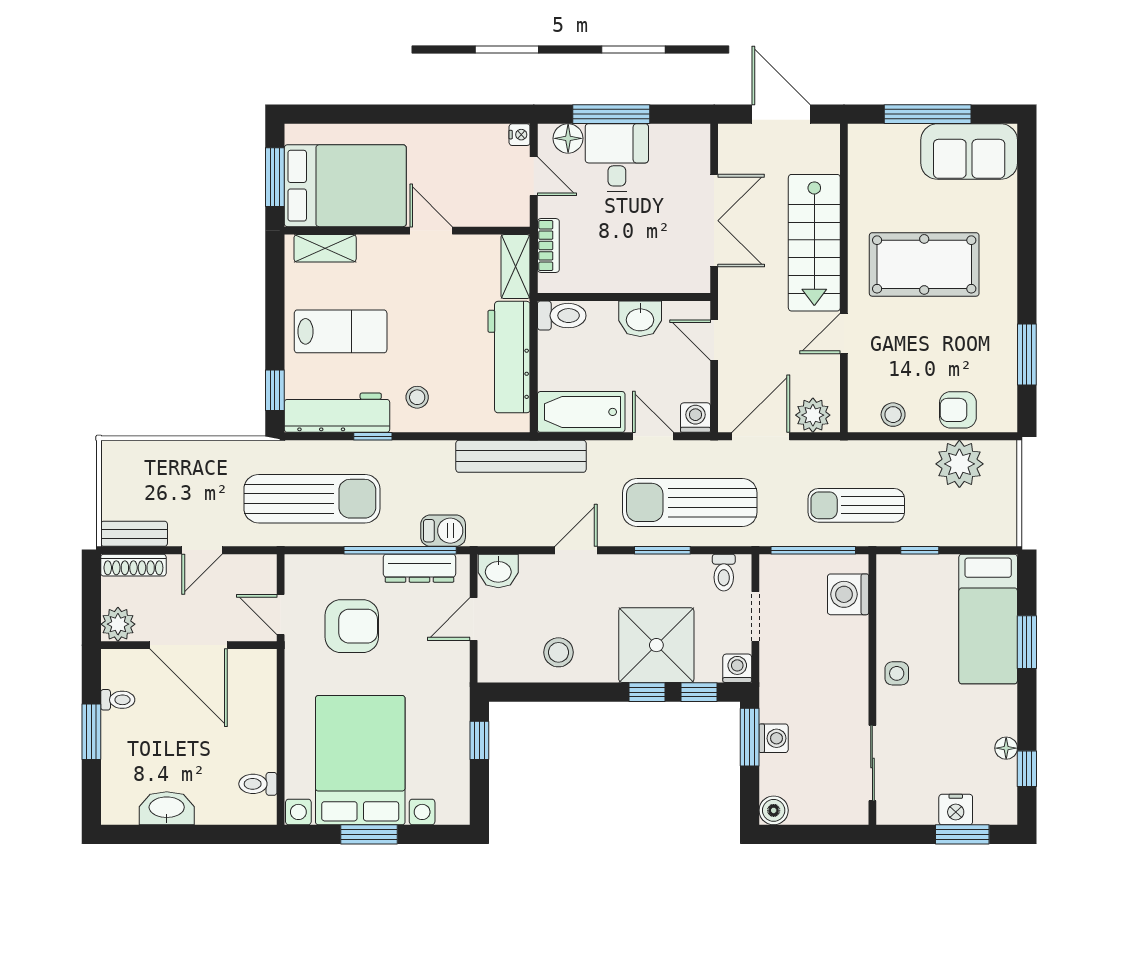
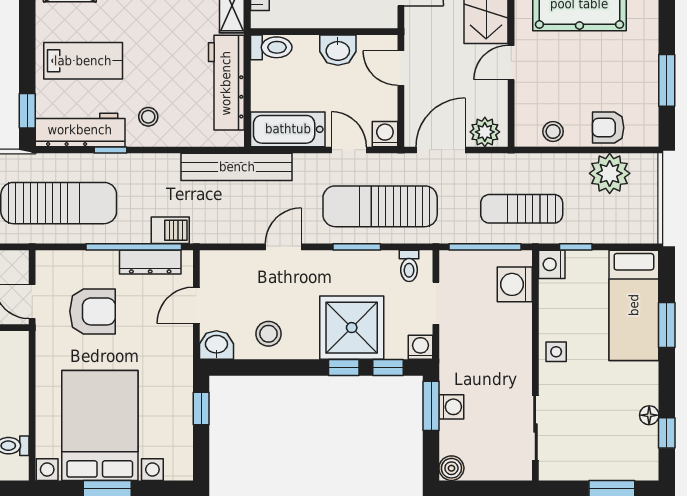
washbasin: (498, 571) -> (216, 345), moved, turned 180
nightstand: (956, 810) -> (552, 264), moved, turned 90

